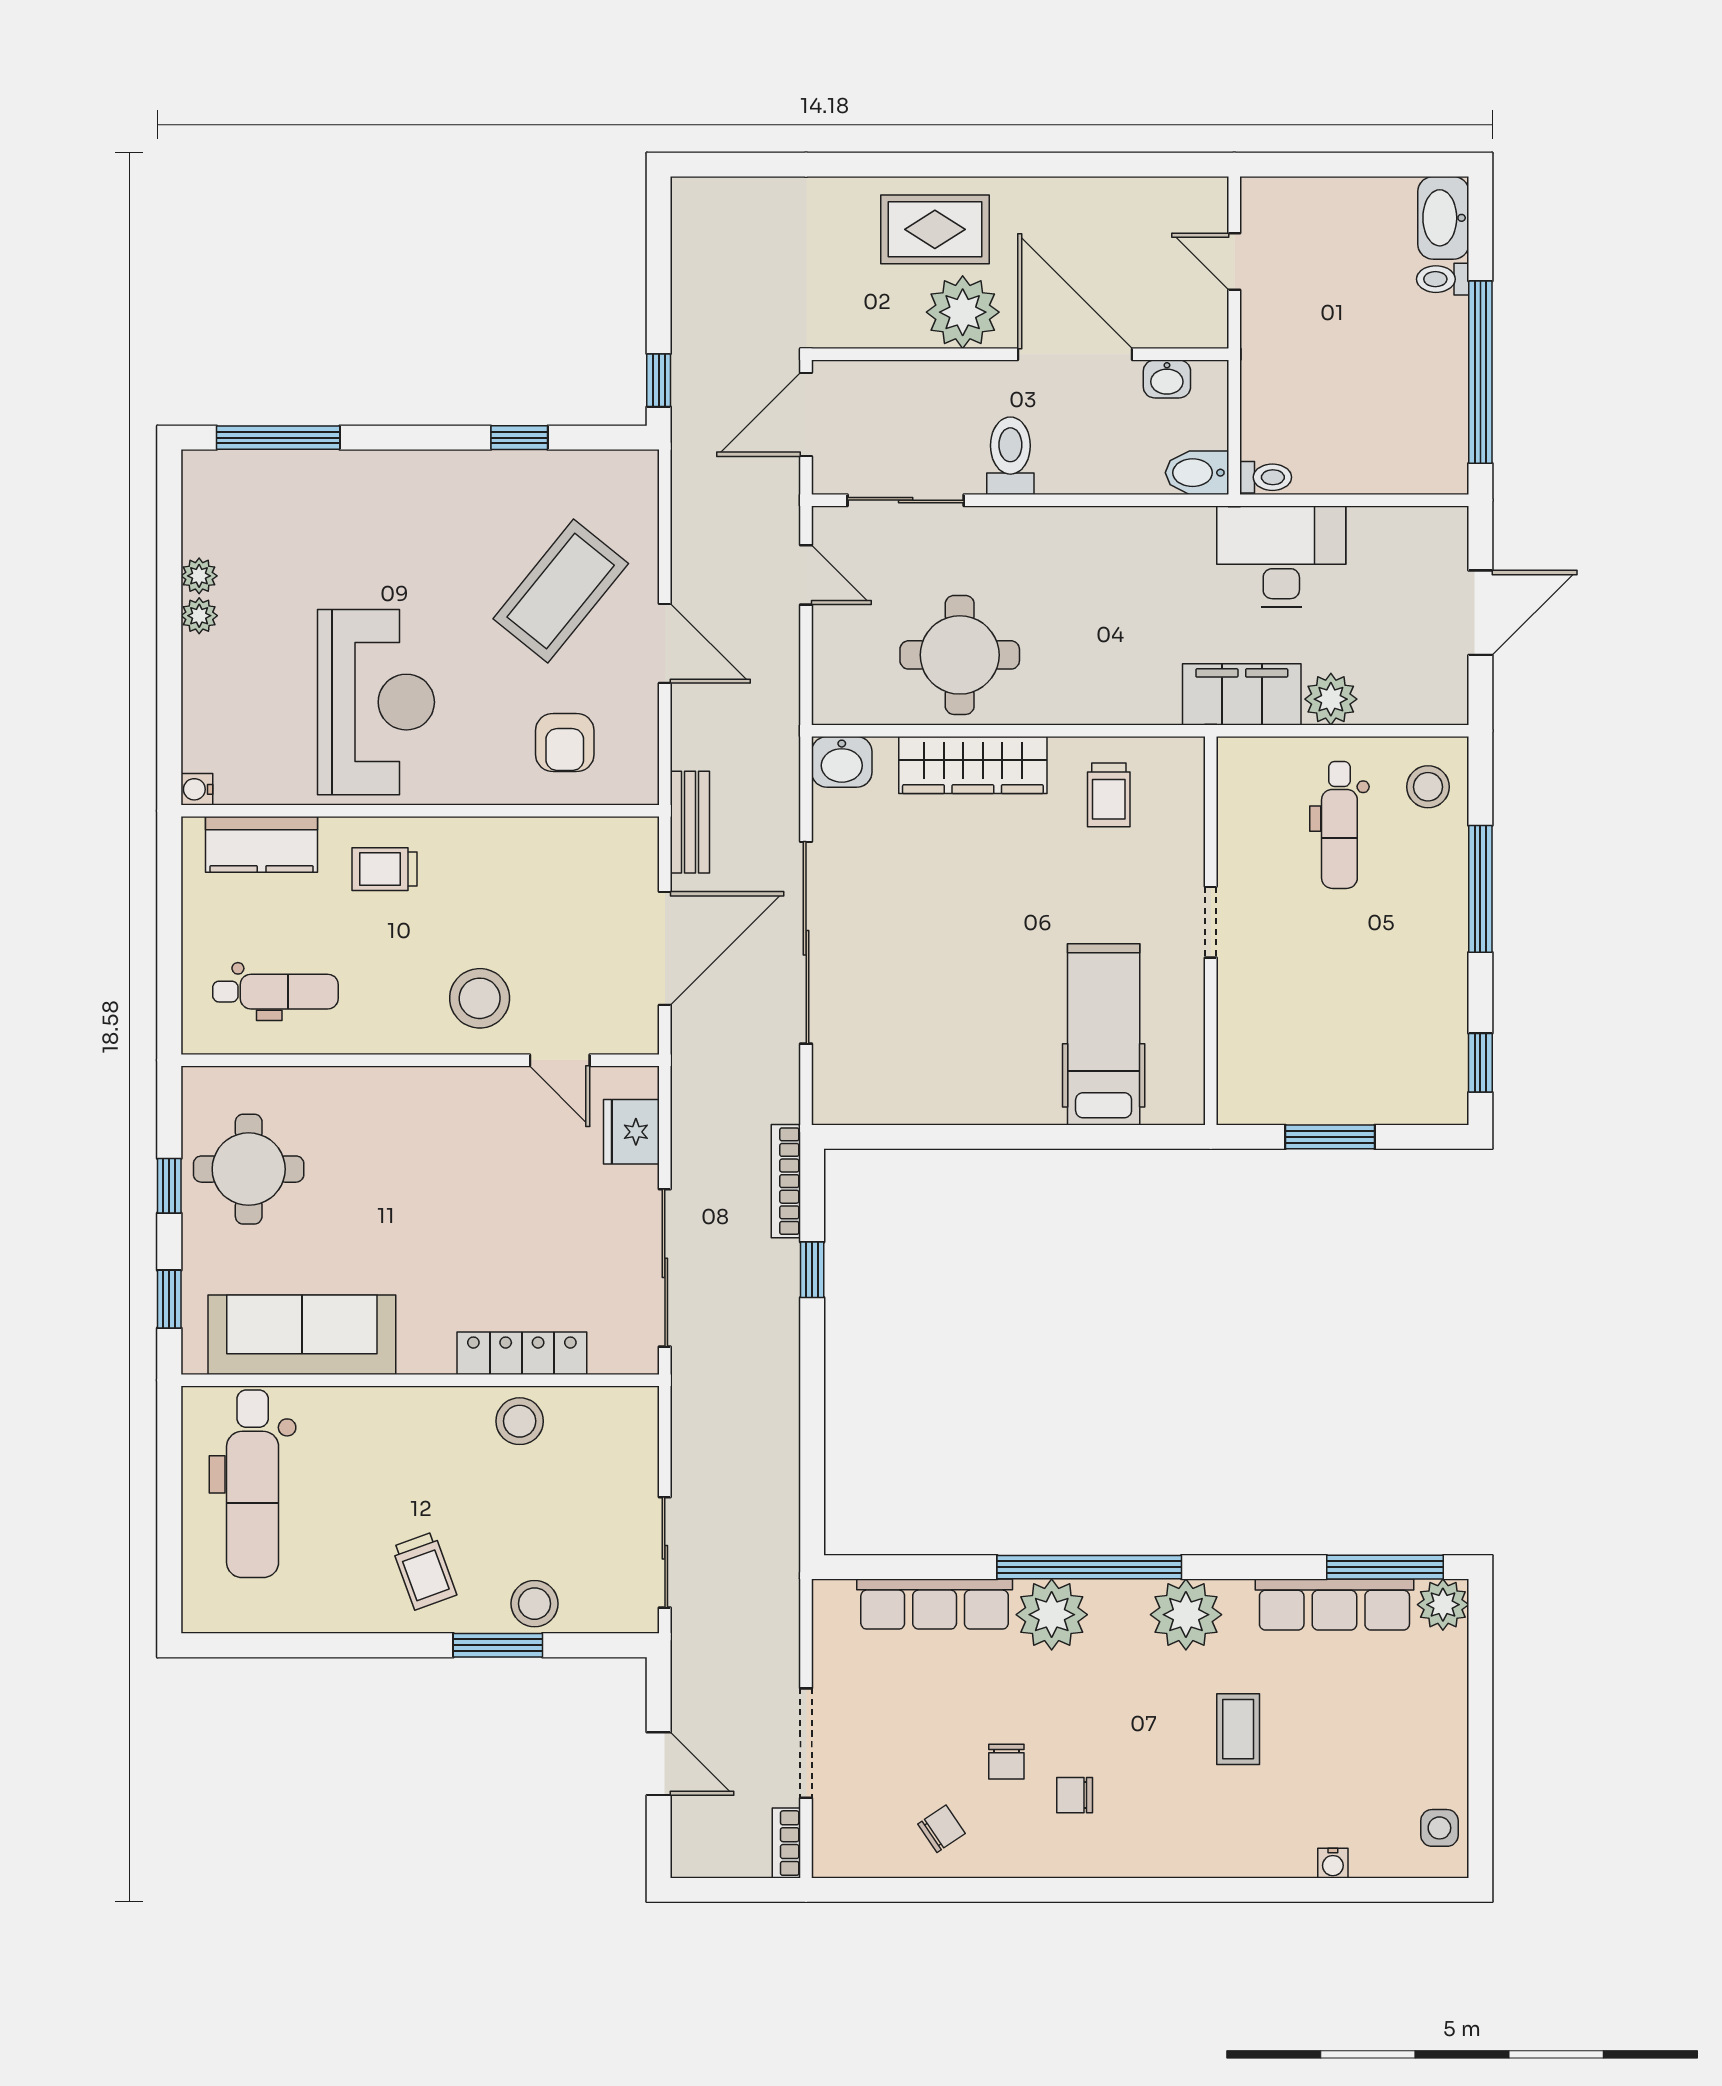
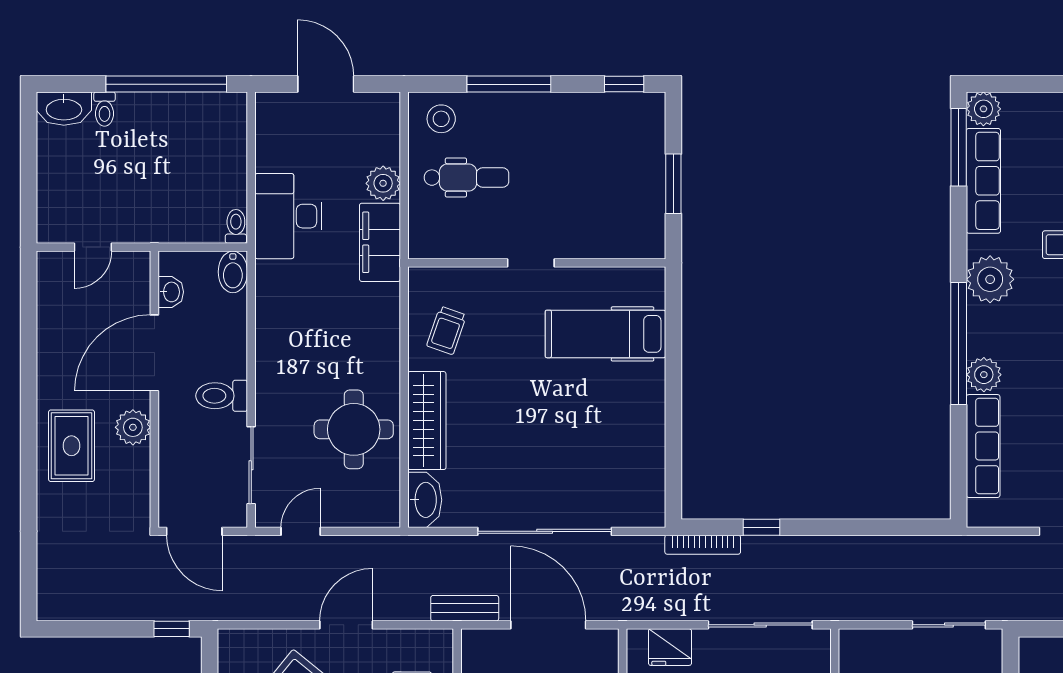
plant: (963, 312) -> (133, 427), width x0.73, depth x0.73
washbasin: (842, 762) -> (425, 500), width x1.38
trolley: (1109, 795) -> (447, 330), turned 109
plant: (1052, 1615) -> (984, 375), width x0.73, depth x0.73

